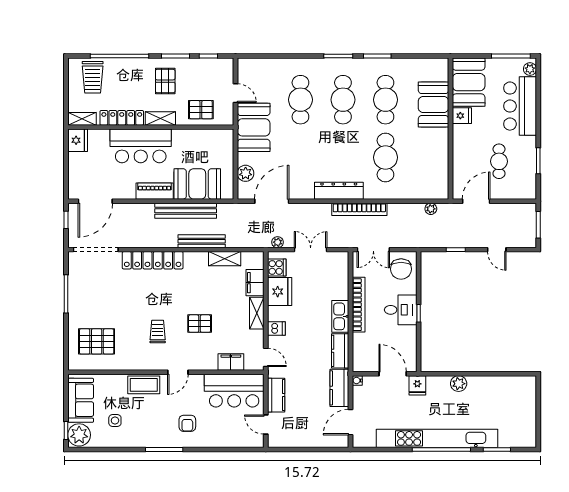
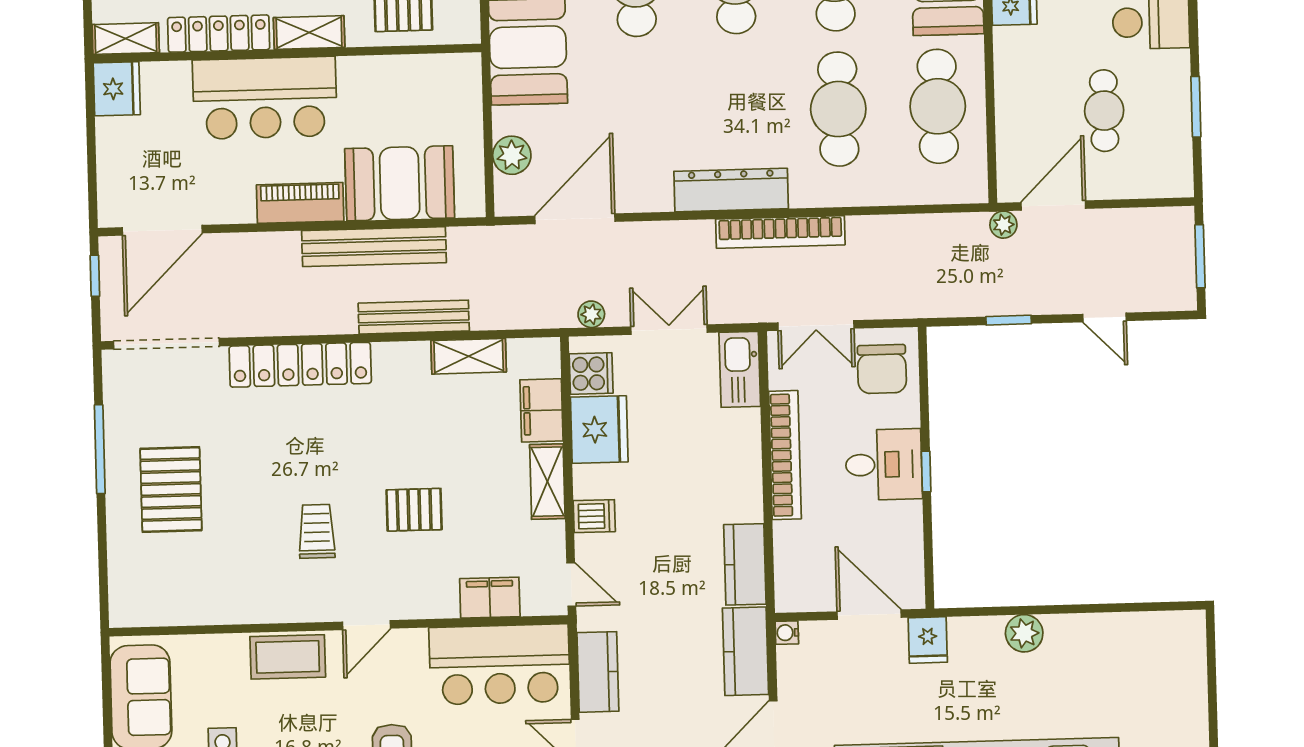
cafe table: (428, 157) -> (938, 106), added
plant: (431, 209) -> (1003, 225), moved
kitchen sink: (340, 316) -> (740, 369), moved
pallet: (97, 341) -> (171, 489), moved, turned 90

